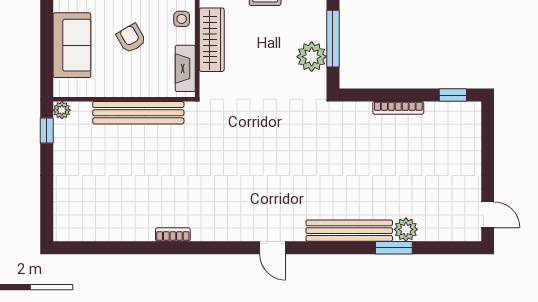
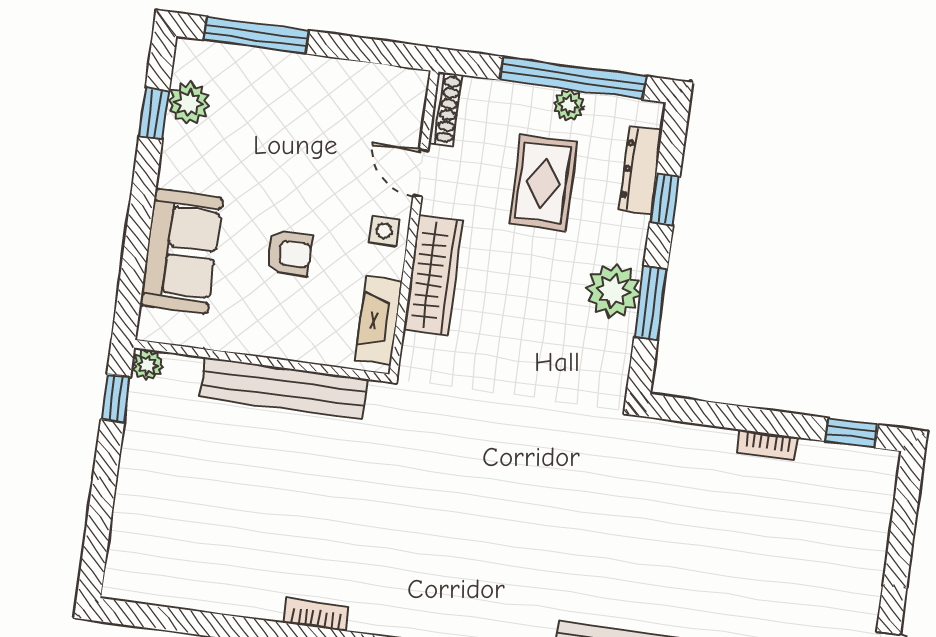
armchair: (131, 38) -> (289, 253), turned 120
window: (333, 39) -> (651, 303), width x0.69
plant: (312, 57) -> (613, 291), moved
bookcase: (398, 108) -> (767, 445), width x0.64

